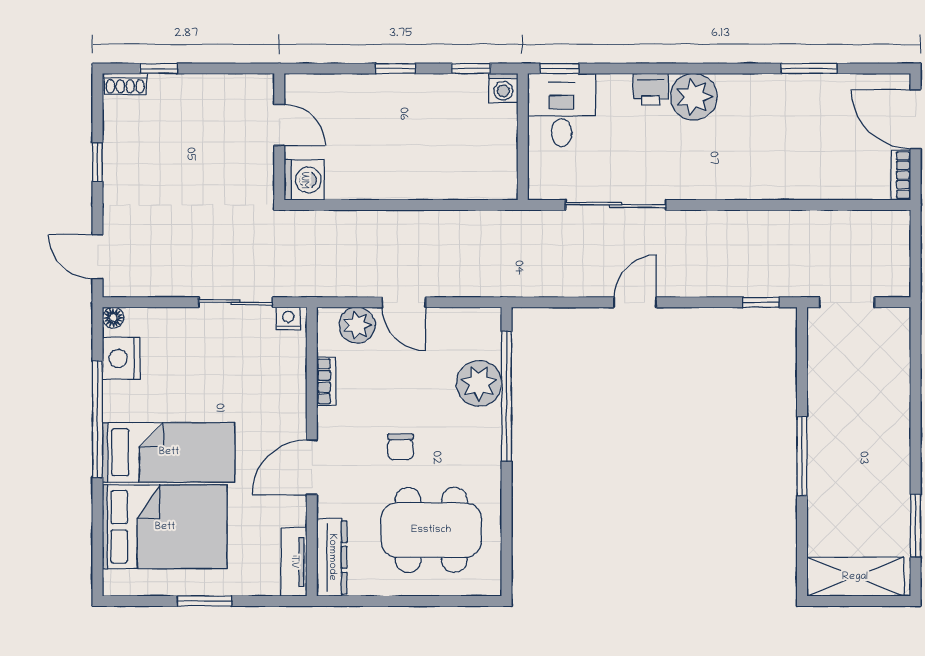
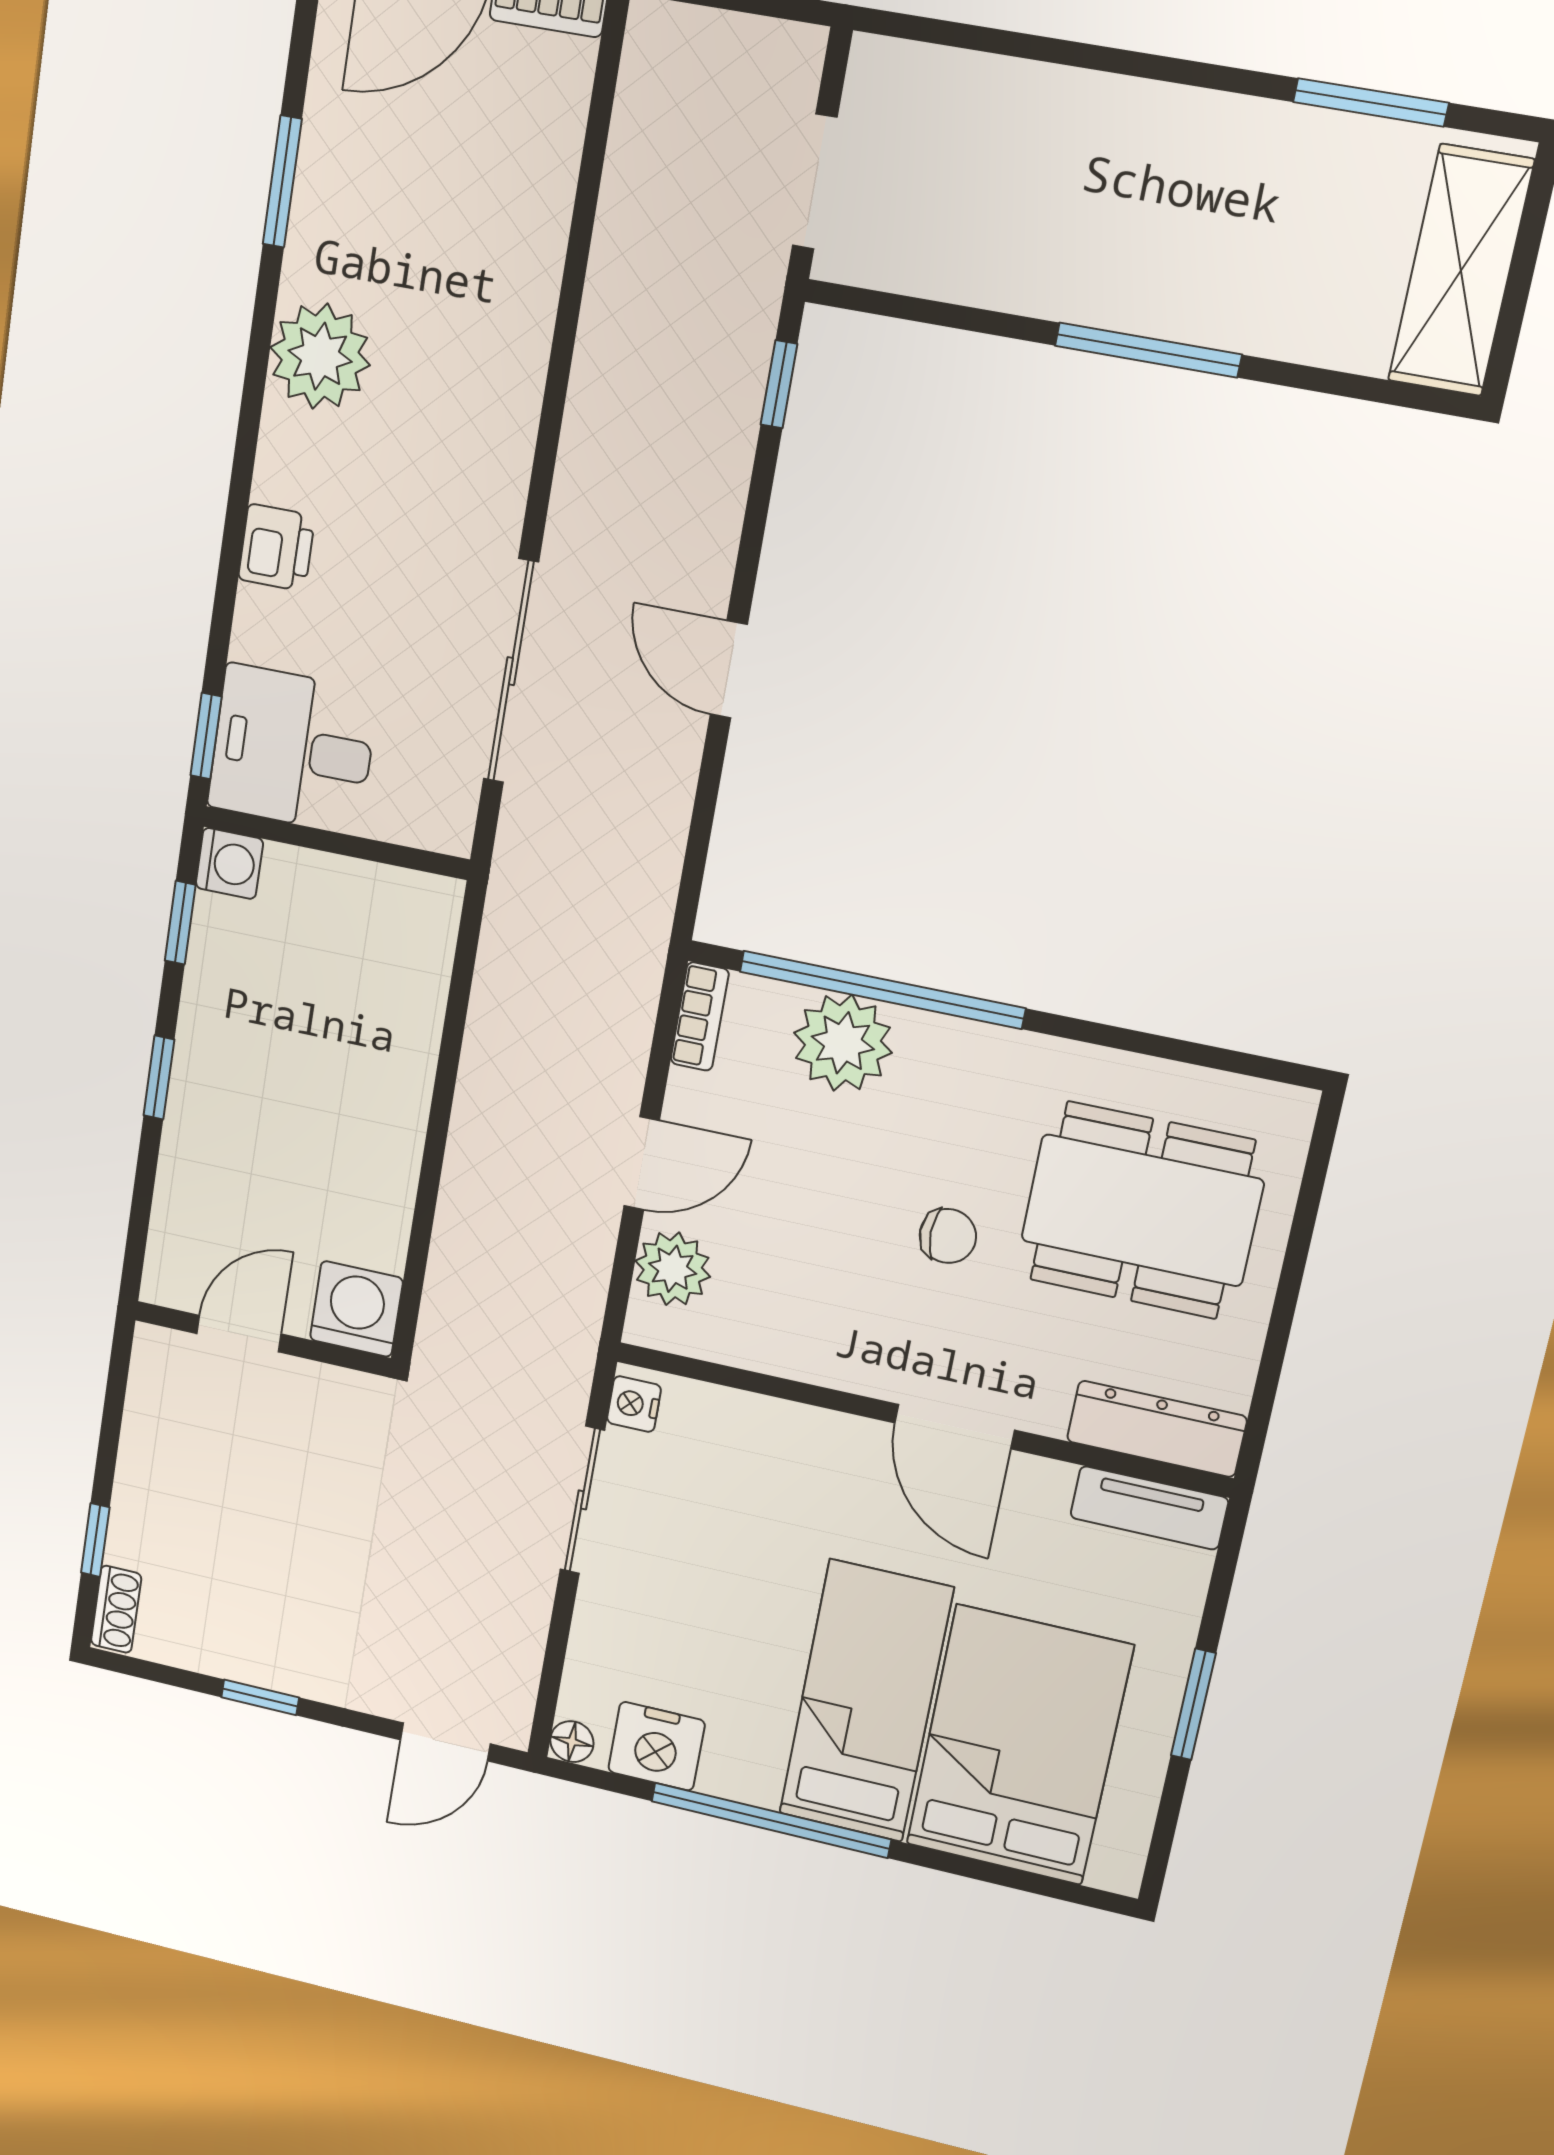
plant: (694, 97) -> (320, 356), moved
bookcase: (326, 381) -> (700, 1017), moved, turned 90
dining table: (431, 530) -> (1142, 1210), turned 90

